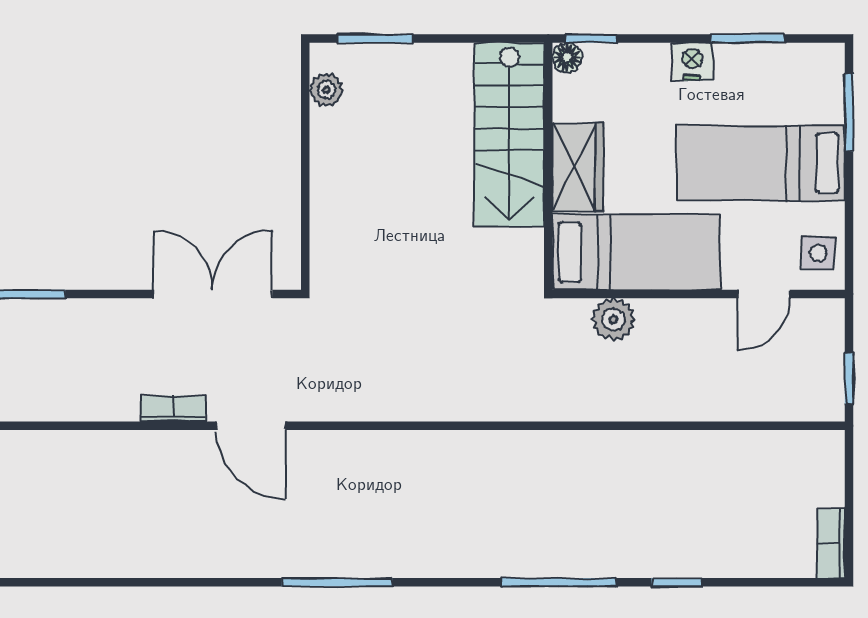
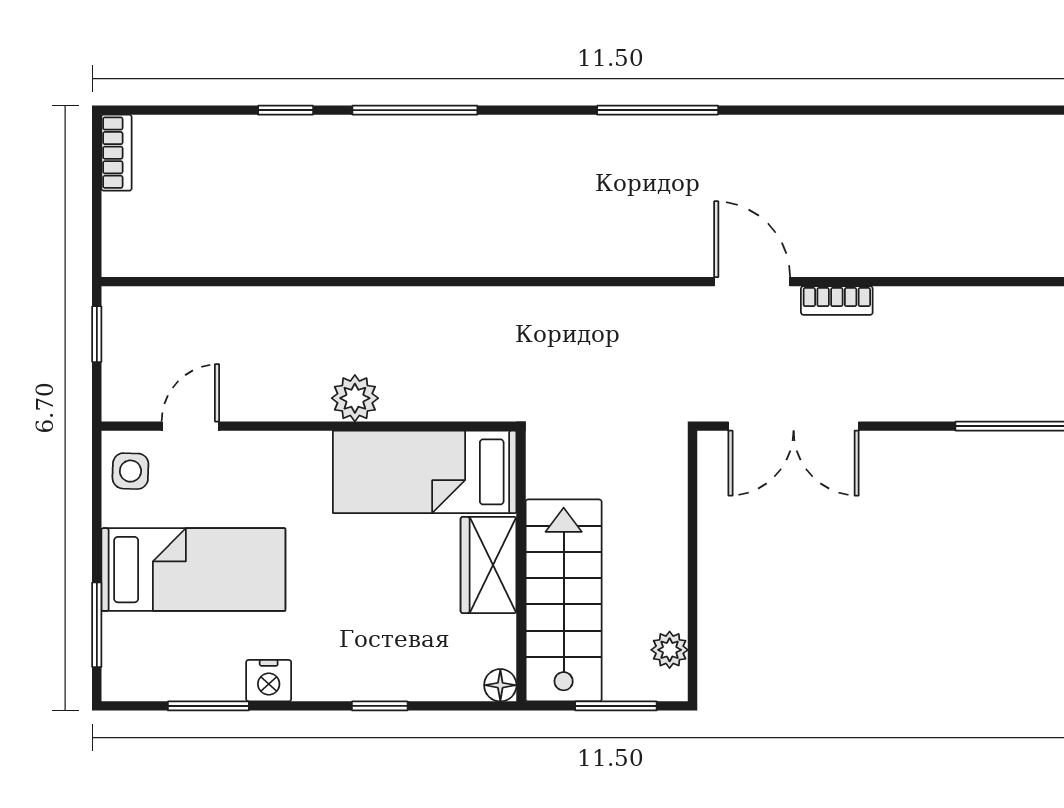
floor lamp: (567, 57) -> (500, 685), moved
stairs: (509, 135) -> (564, 600), moved
wall: (548, 166) -> (521, 566), moved
wardrobe: (578, 167) -> (489, 565), moved
bed: (636, 252) -> (425, 472), moved

